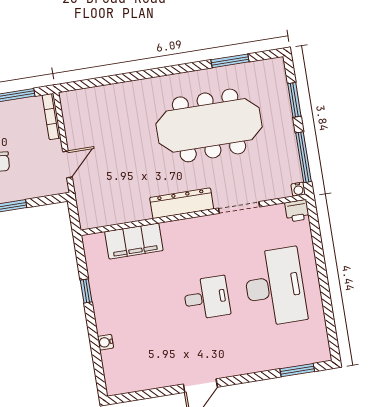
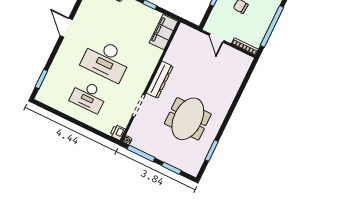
meeting table: (209, 125) -> (188, 119), width x0.73
filing cabinet: (134, 241) -> (164, 32), moved
desk: (275, 287) -> (89, 96), width x0.73, depth x0.77
desk: (207, 298) -> (106, 60), width x1.87, depth x1.30

